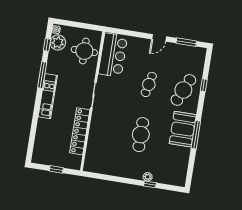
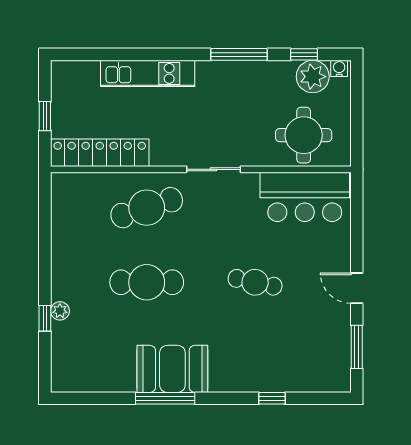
cafe table: (183, 90) -> (147, 208), moved, turned -42
kitchen unit: (48, 96) -> (148, 73), moved
locker: (80, 131) -> (100, 153), moved

